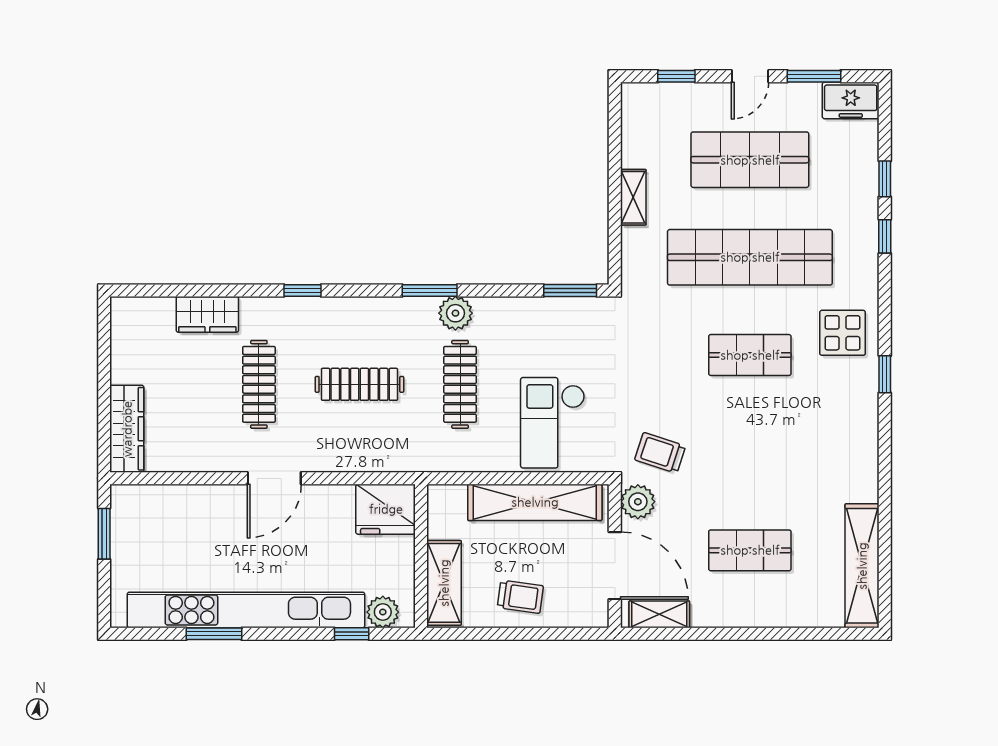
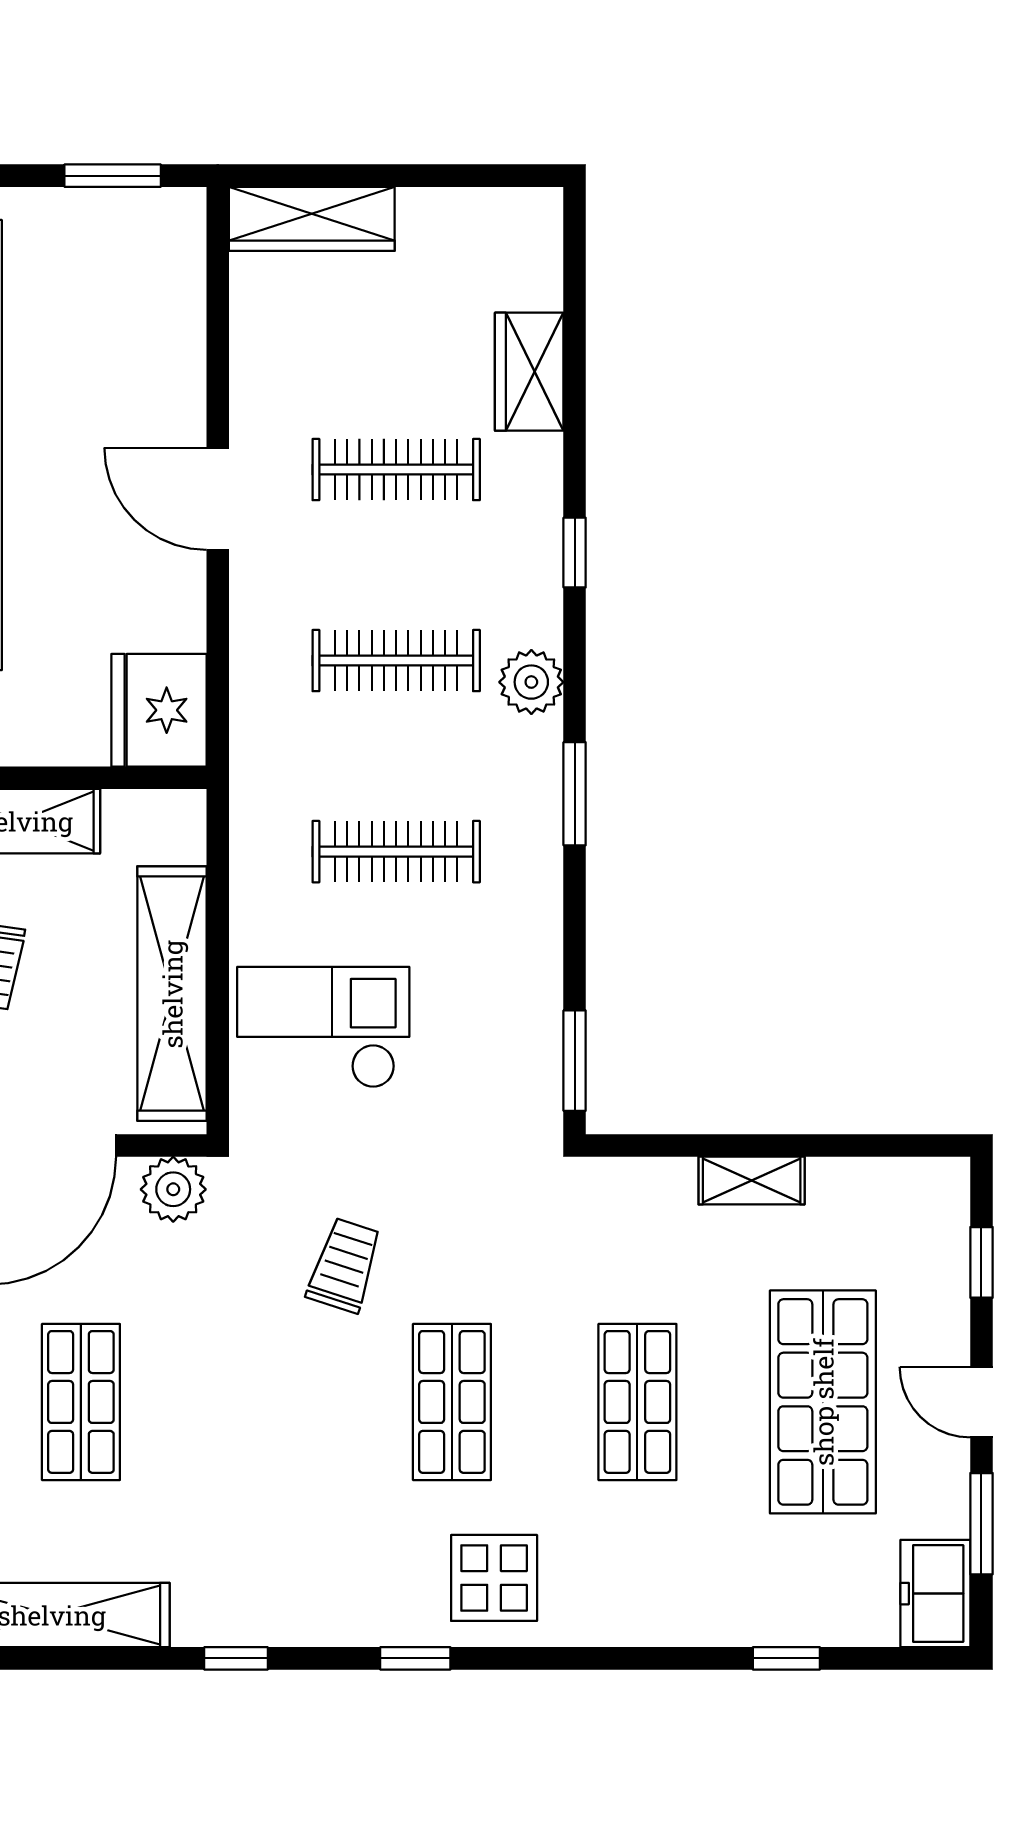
window: (885, 236) -> (236, 1658), moved
shop shelf: (750, 257) -> (637, 1402), width x0.50, depth x0.74
plant: (455, 313) -> (531, 682), moved
clothes rail: (359, 384) -> (396, 661), turned 90
trolley: (660, 453) -> (344, 1265), moved

